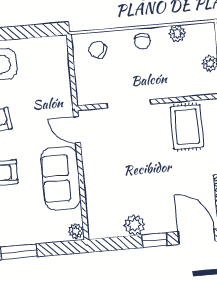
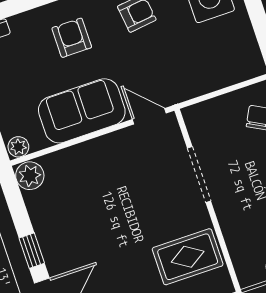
door: (77, 130) -> (149, 116), hinge flipped
plant: (134, 225) -> (30, 176), moved

